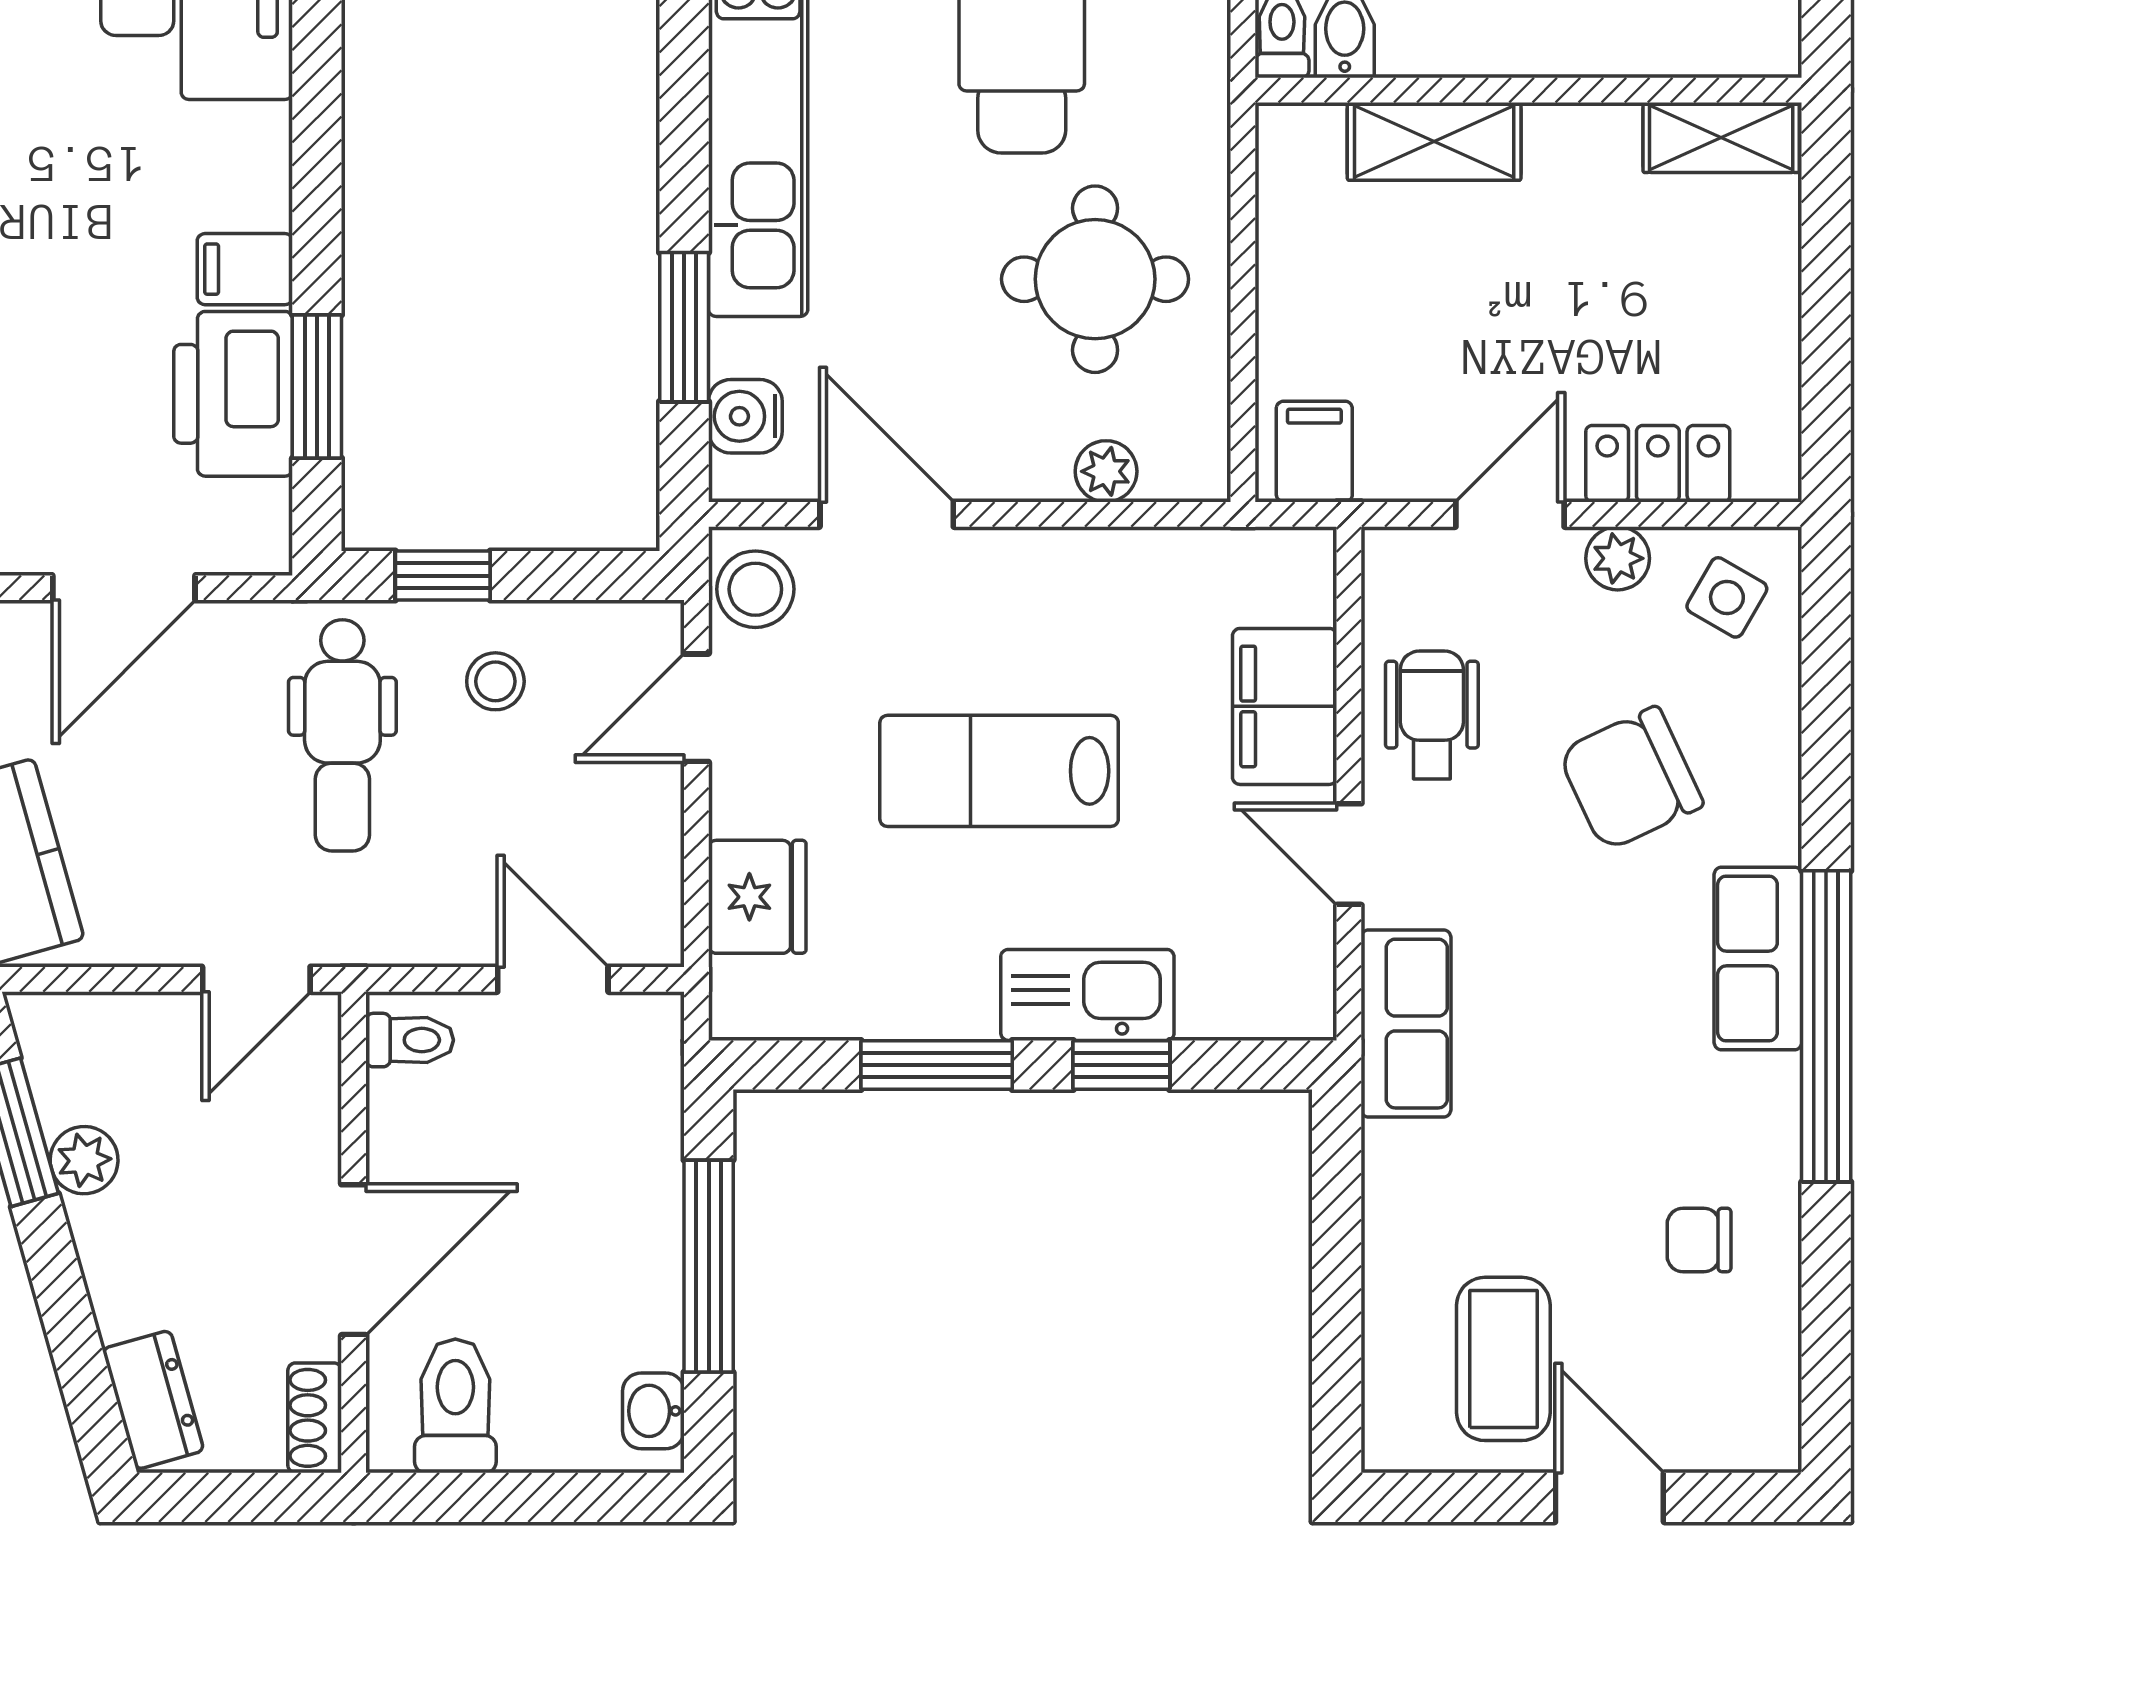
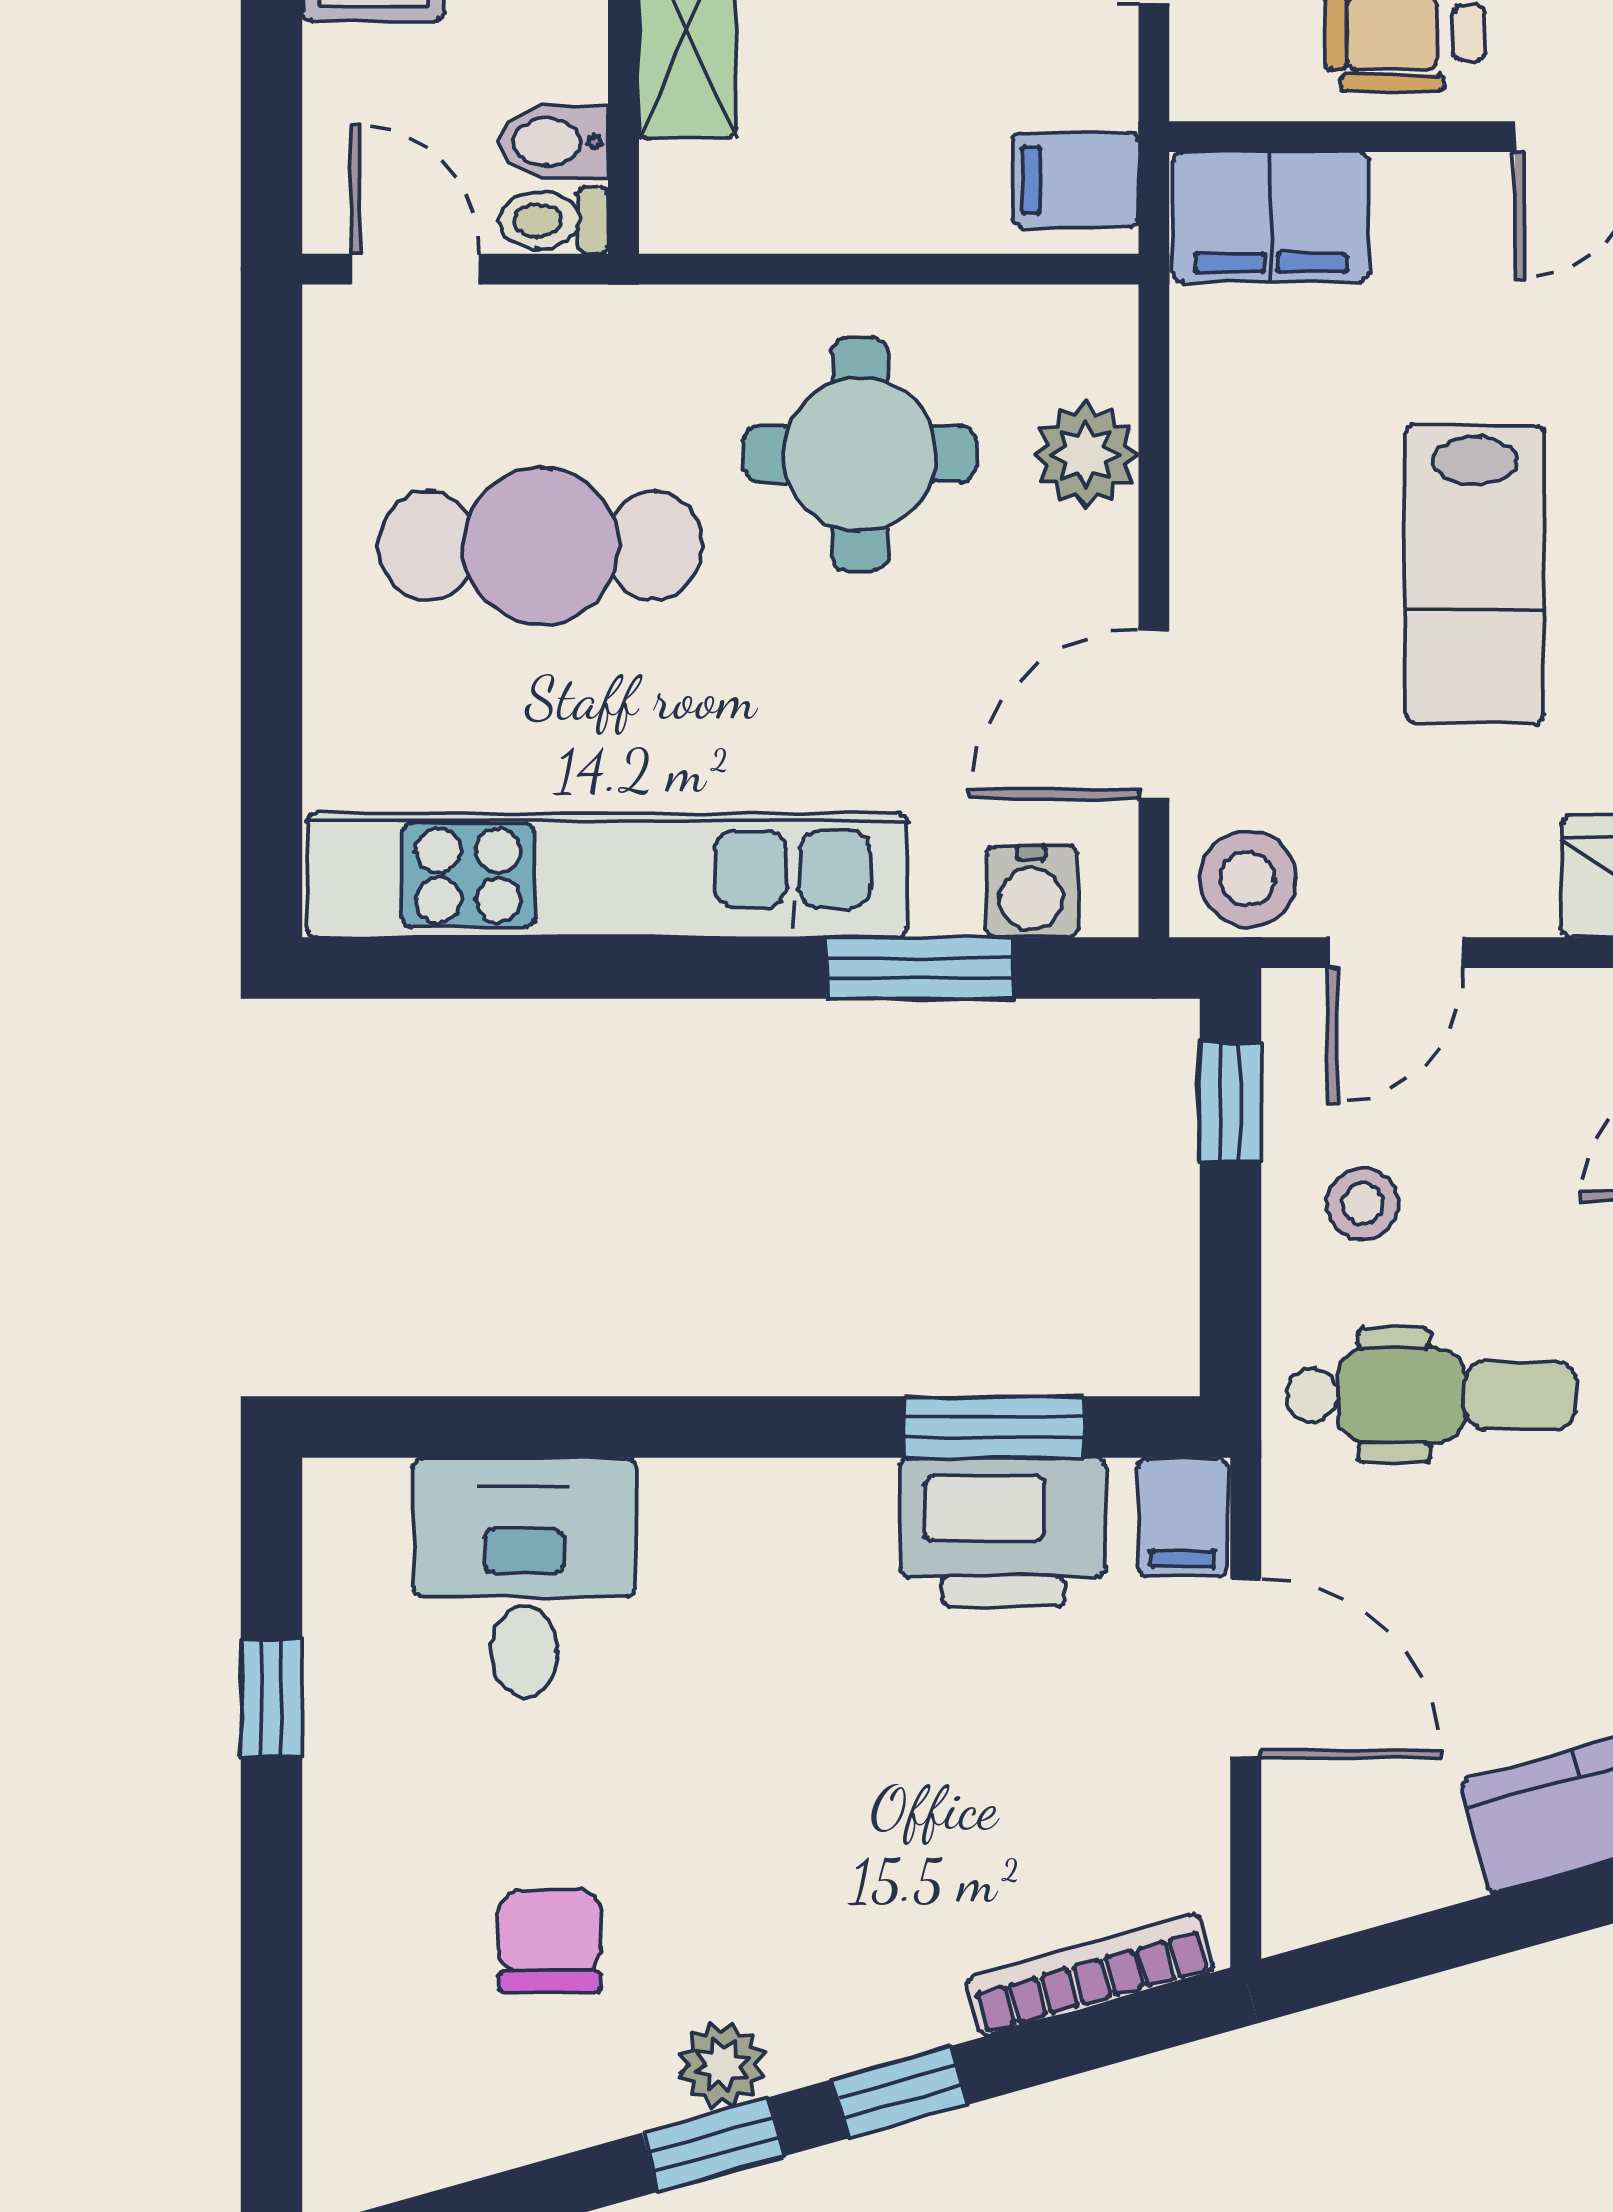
filing cabinet: (245, 269) -> (1183, 1517), moved
plant: (1106, 471) -> (1086, 455), width x1.38, depth x1.38
window: (443, 576) -> (1230, 1102), moved
filing cabinet: (1285, 706) -> (1271, 217), moved
door: (696, 708) -> (1396, 953), hinge flipped

